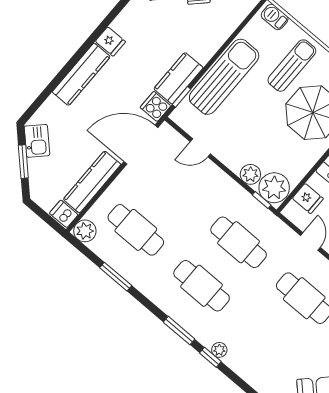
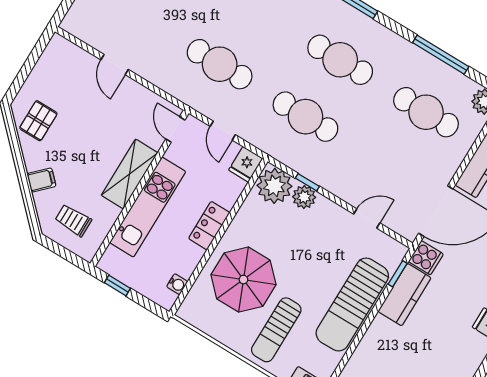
fridge: (308, 198) -> (246, 164), moved, turned -90
window: (262, 200) -> (307, 182), moved
window: (116, 277) -> (441, 55), width x1.44

